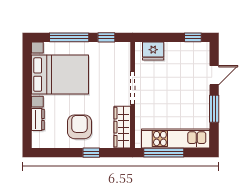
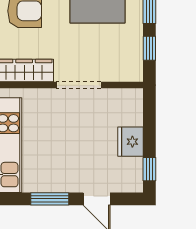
fridge: (153, 51) -> (130, 142), moved

